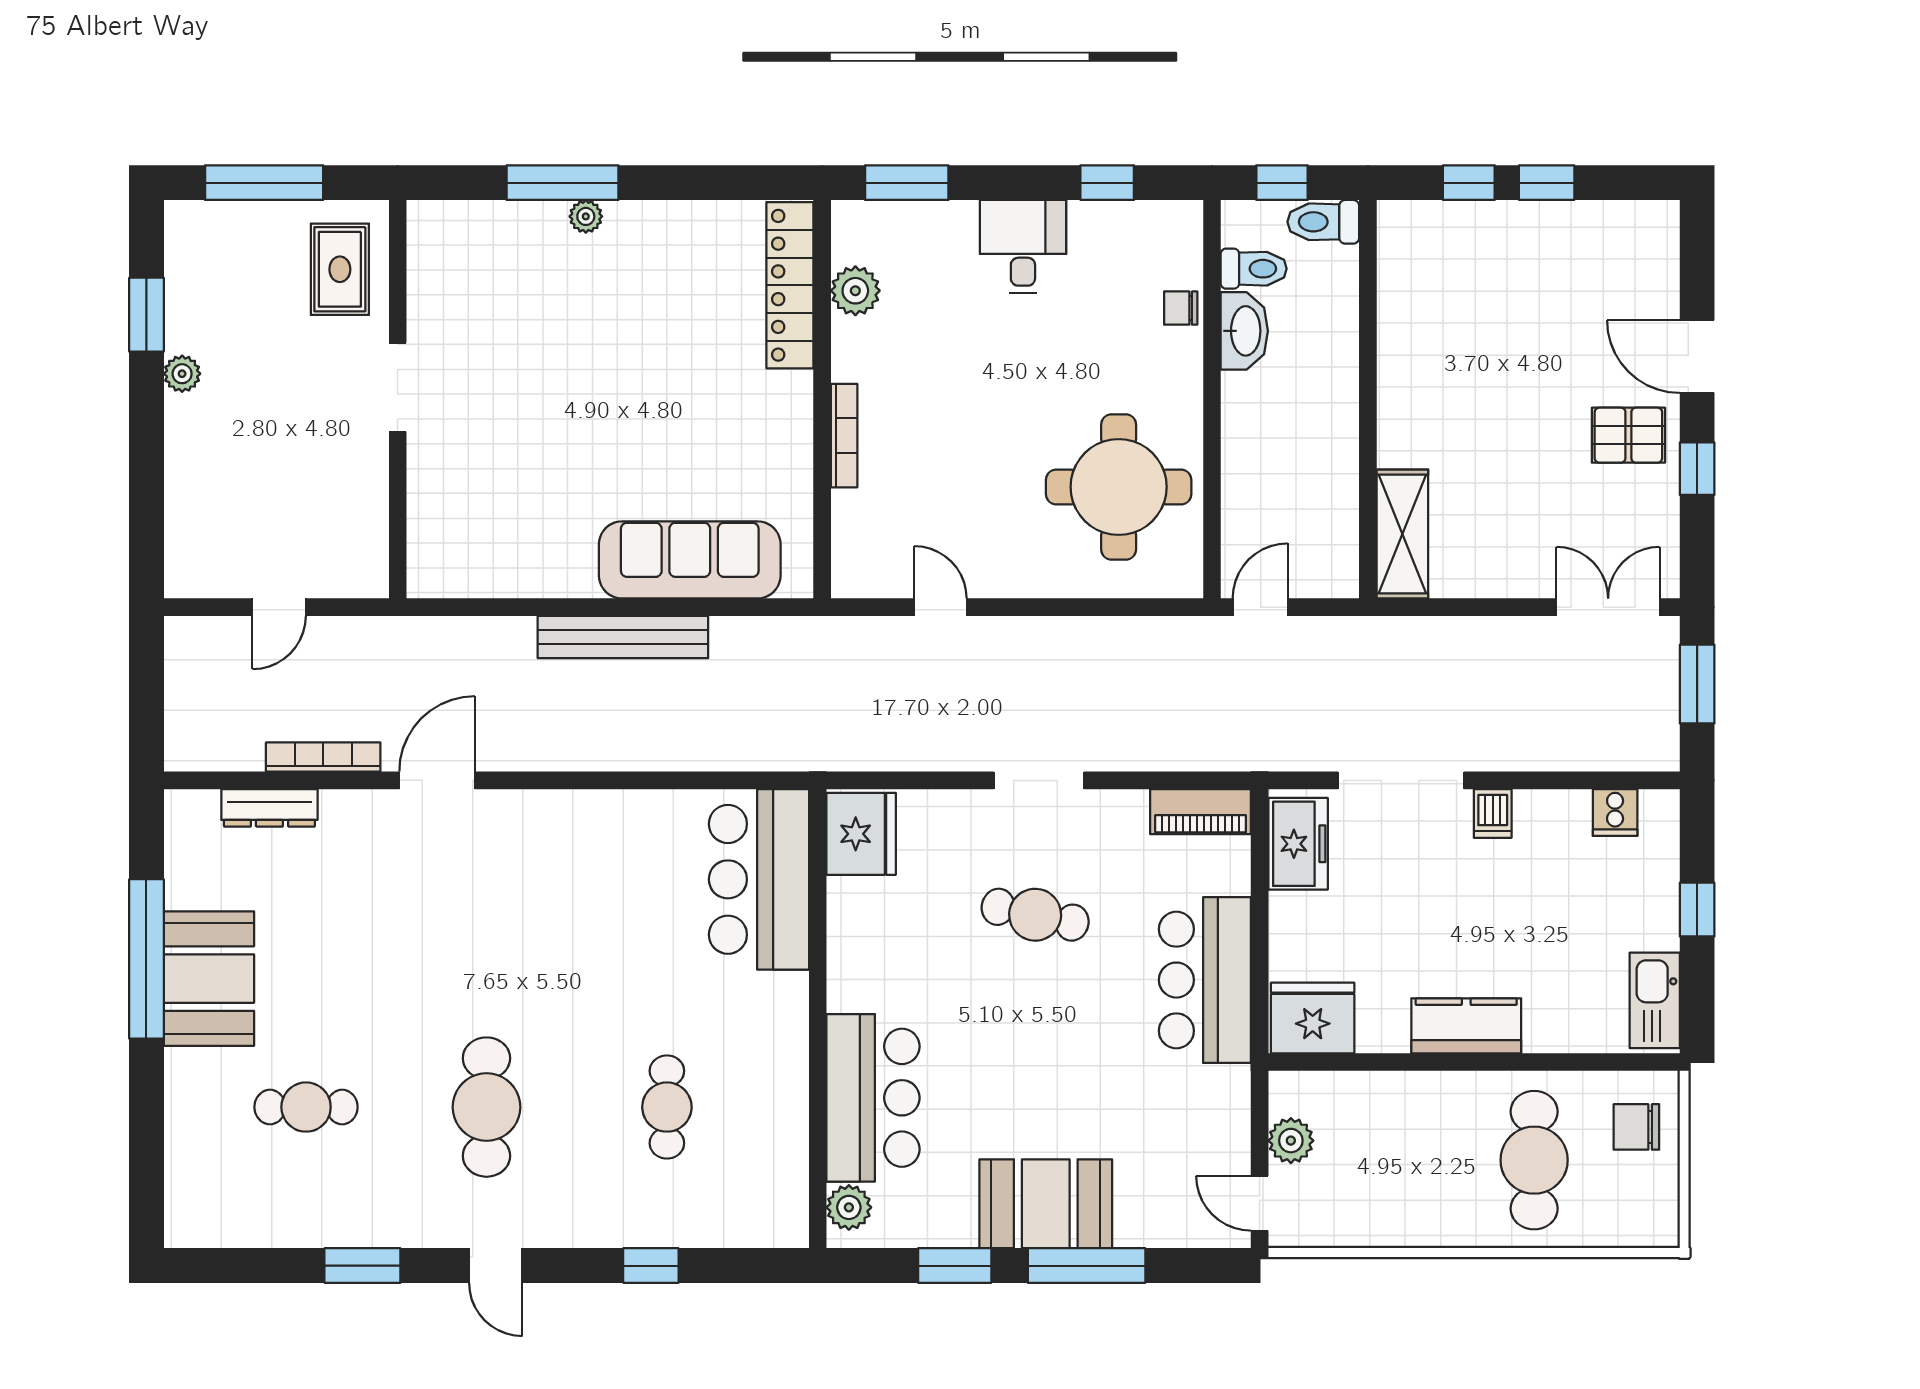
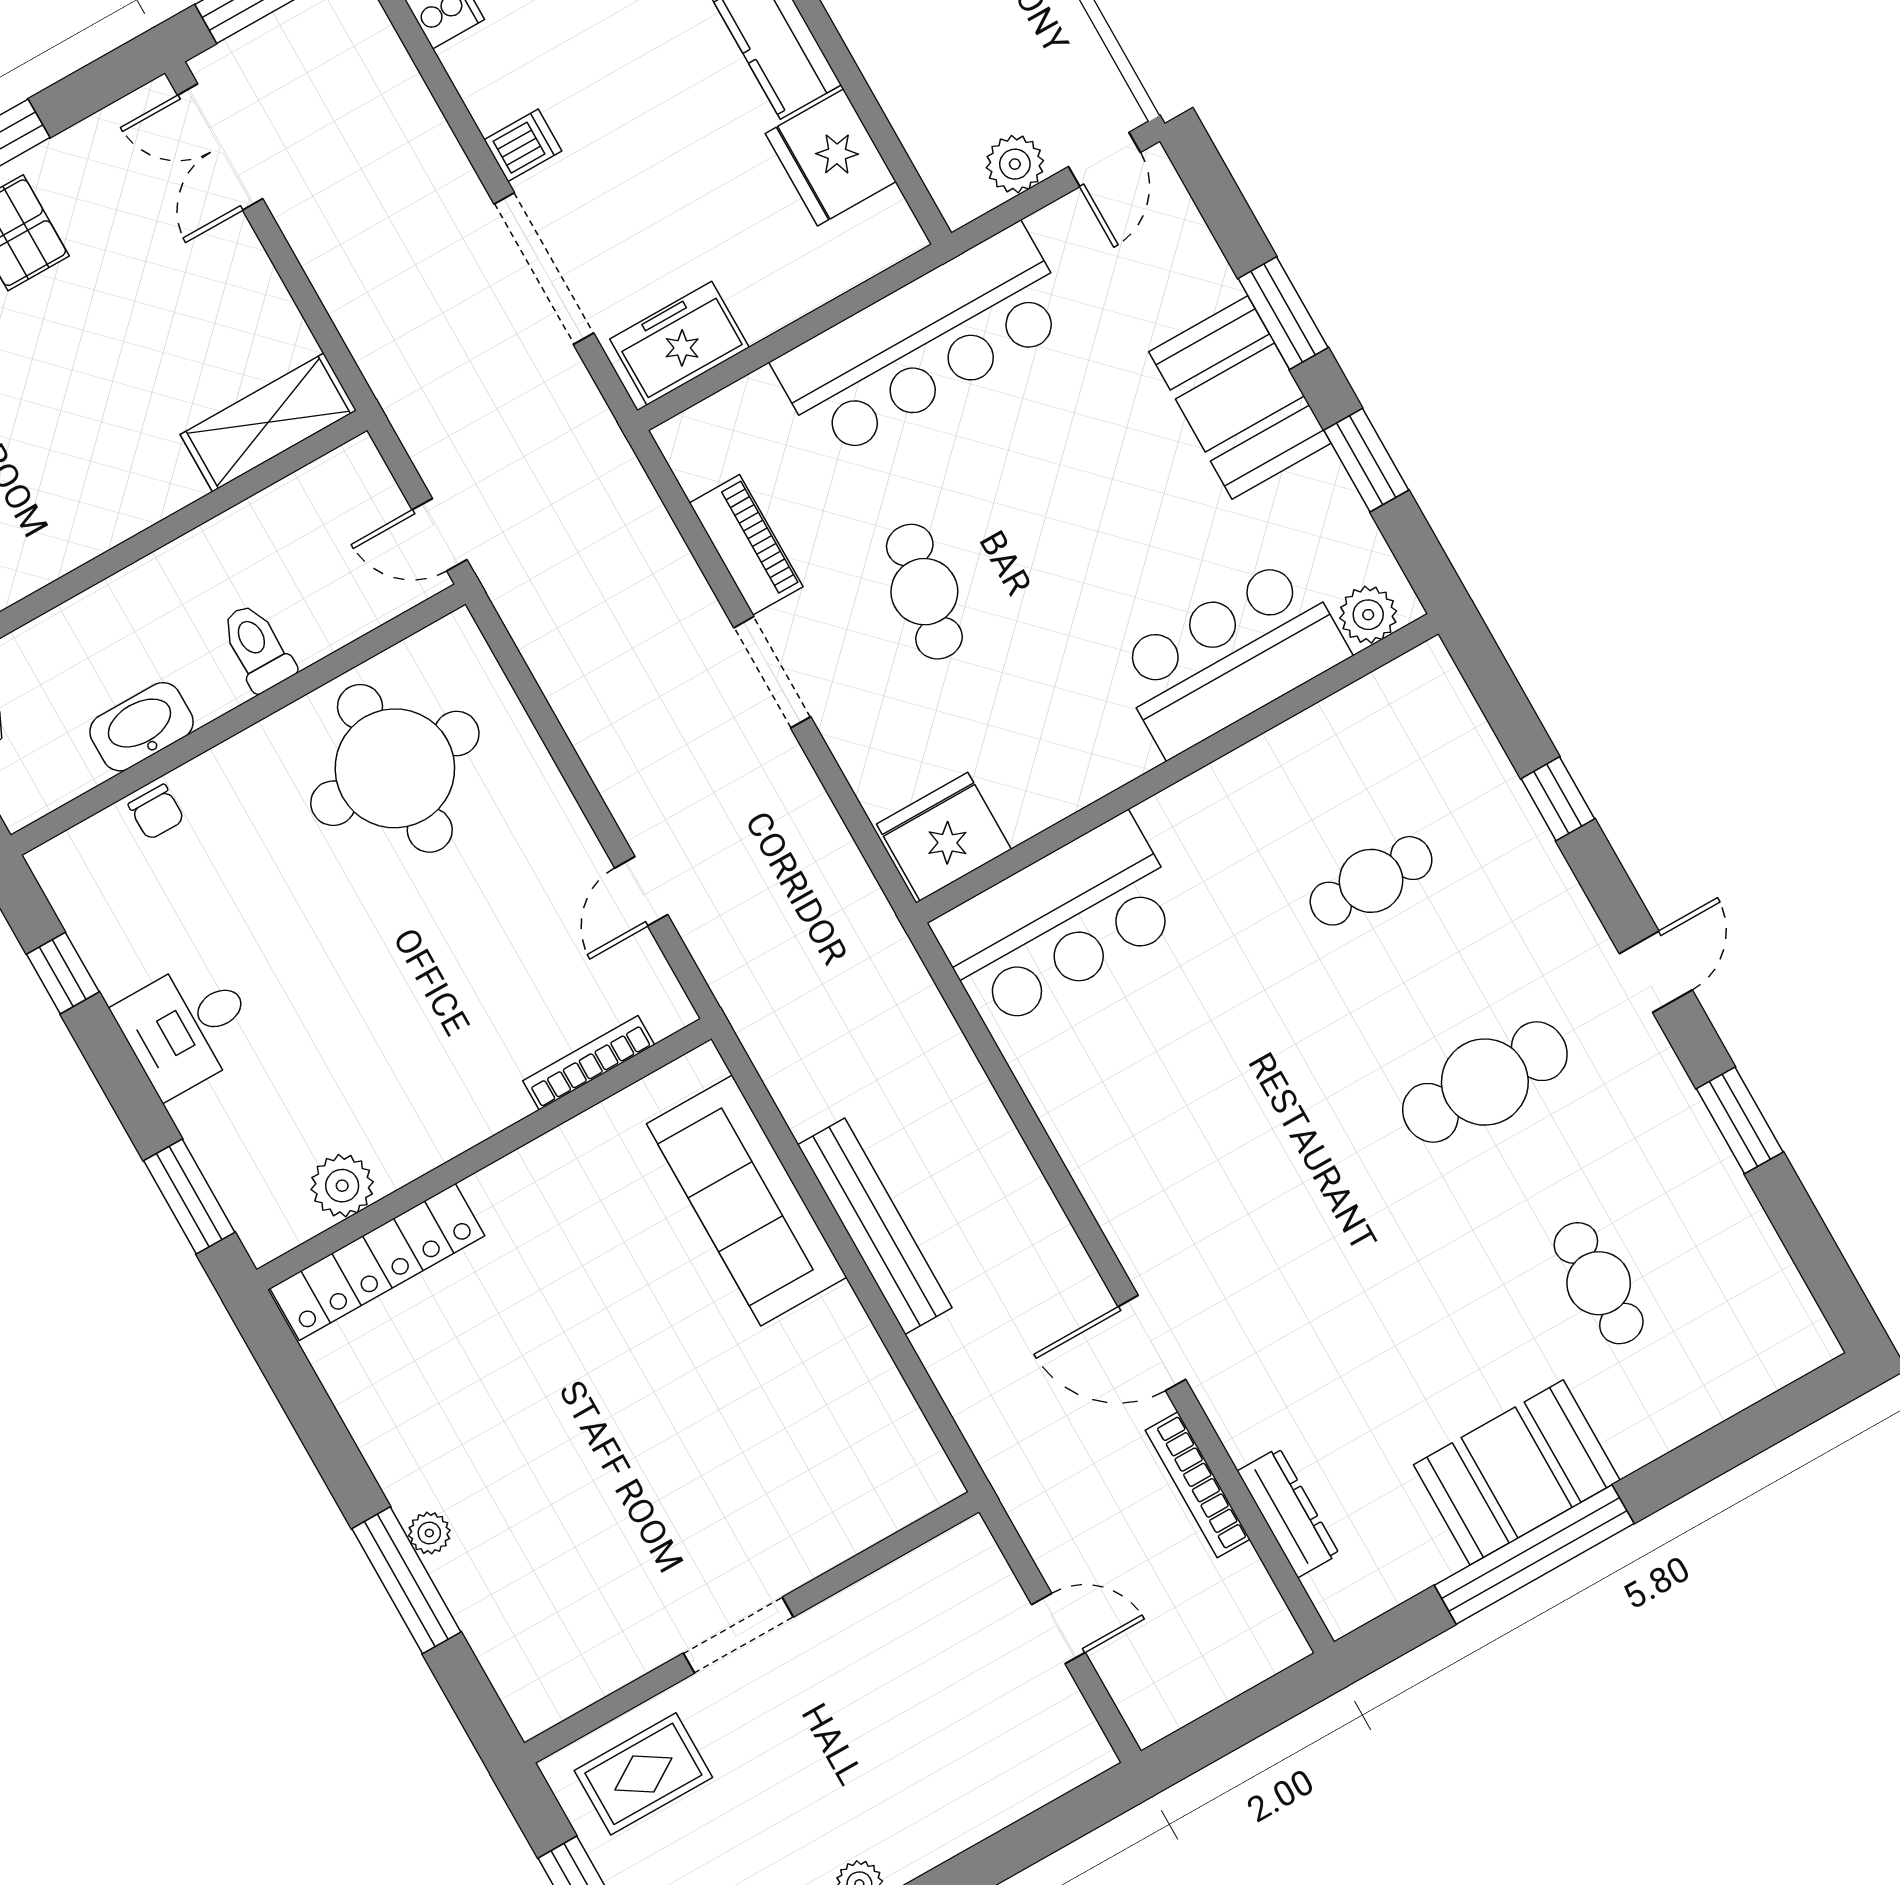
toilet: (1254, 269) -> (257, 648), moved
bookcase: (844, 436) -> (589, 1063), moved
piano: (1201, 812) -> (746, 545), moved
bar counter: (1205, 980) -> (924, 342), width x1.36
fridge: (1313, 1018) -> (831, 157), moved
window: (1087, 1266) -> (1283, 313), width x0.69

